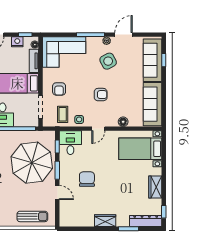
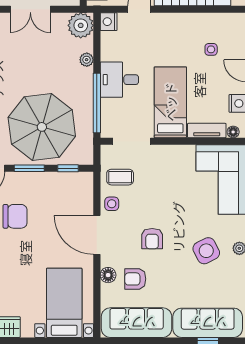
armchair: (59, 89) -> (135, 279), moved
door: (98, 129) -> (97, 235), width x1.87
desk: (70, 143) -> (74, 190), removed

